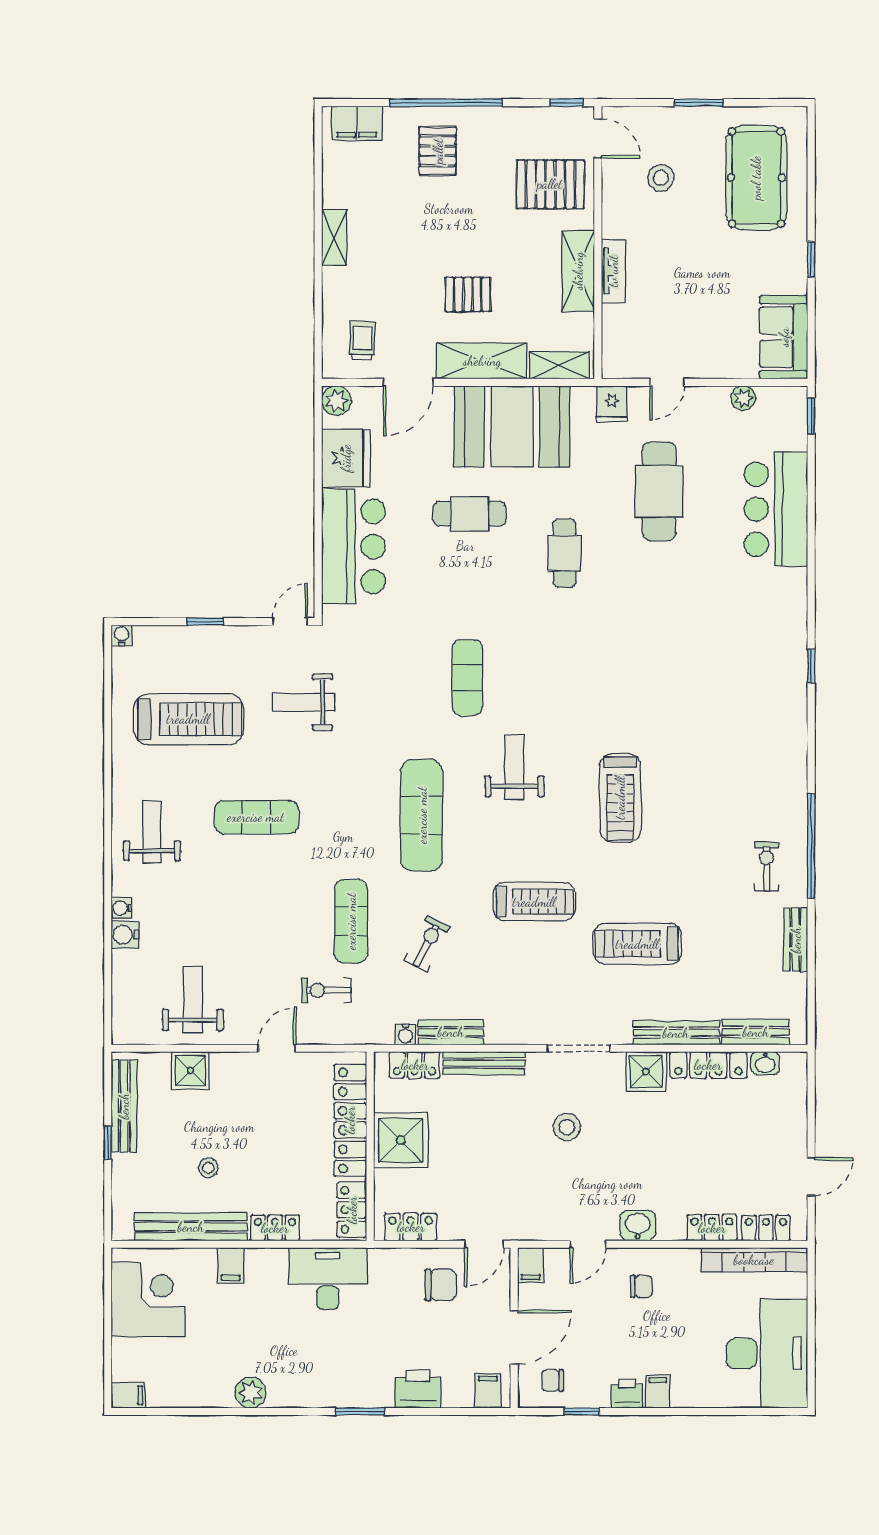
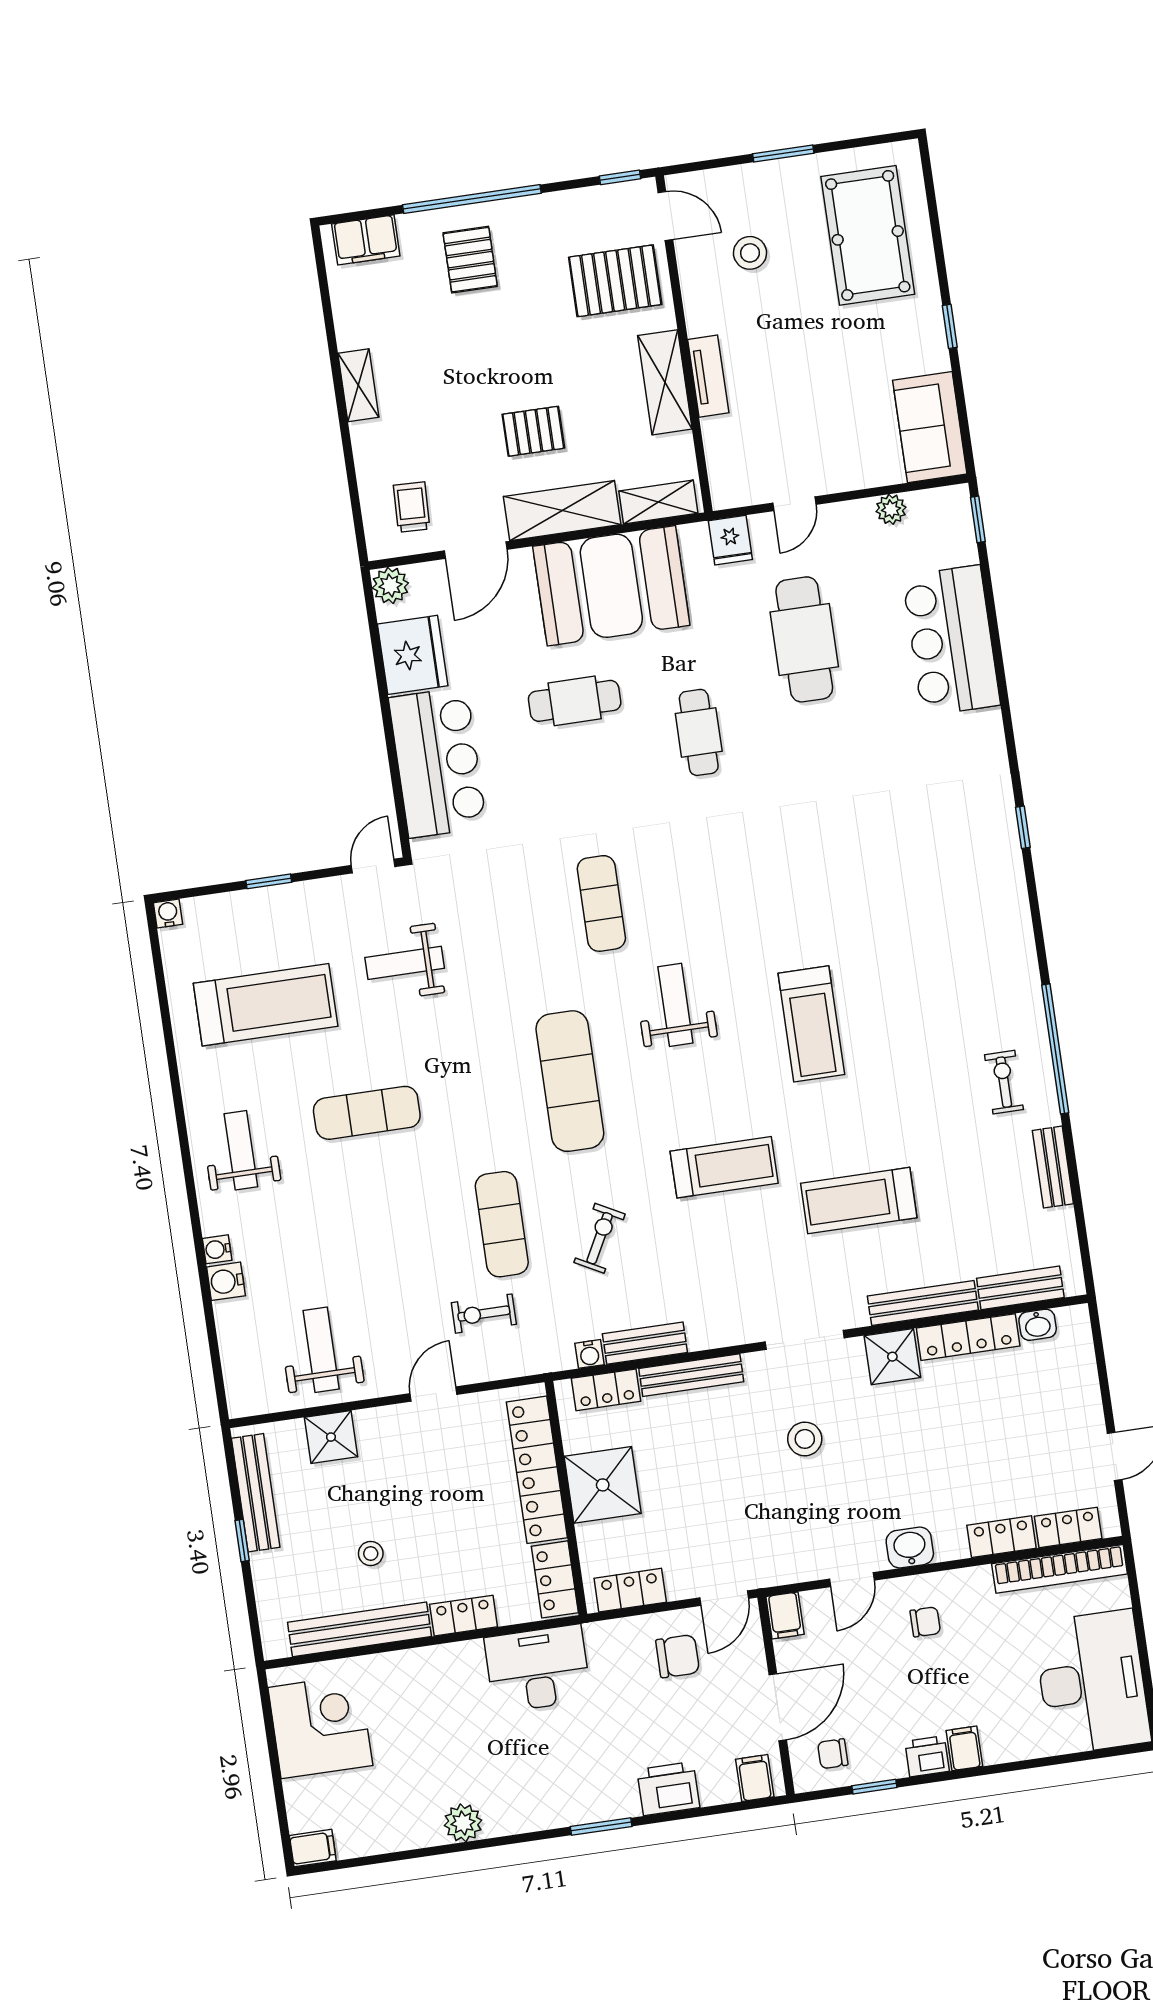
filing cabinet: (231, 1265) -> (415, 1670), removed

